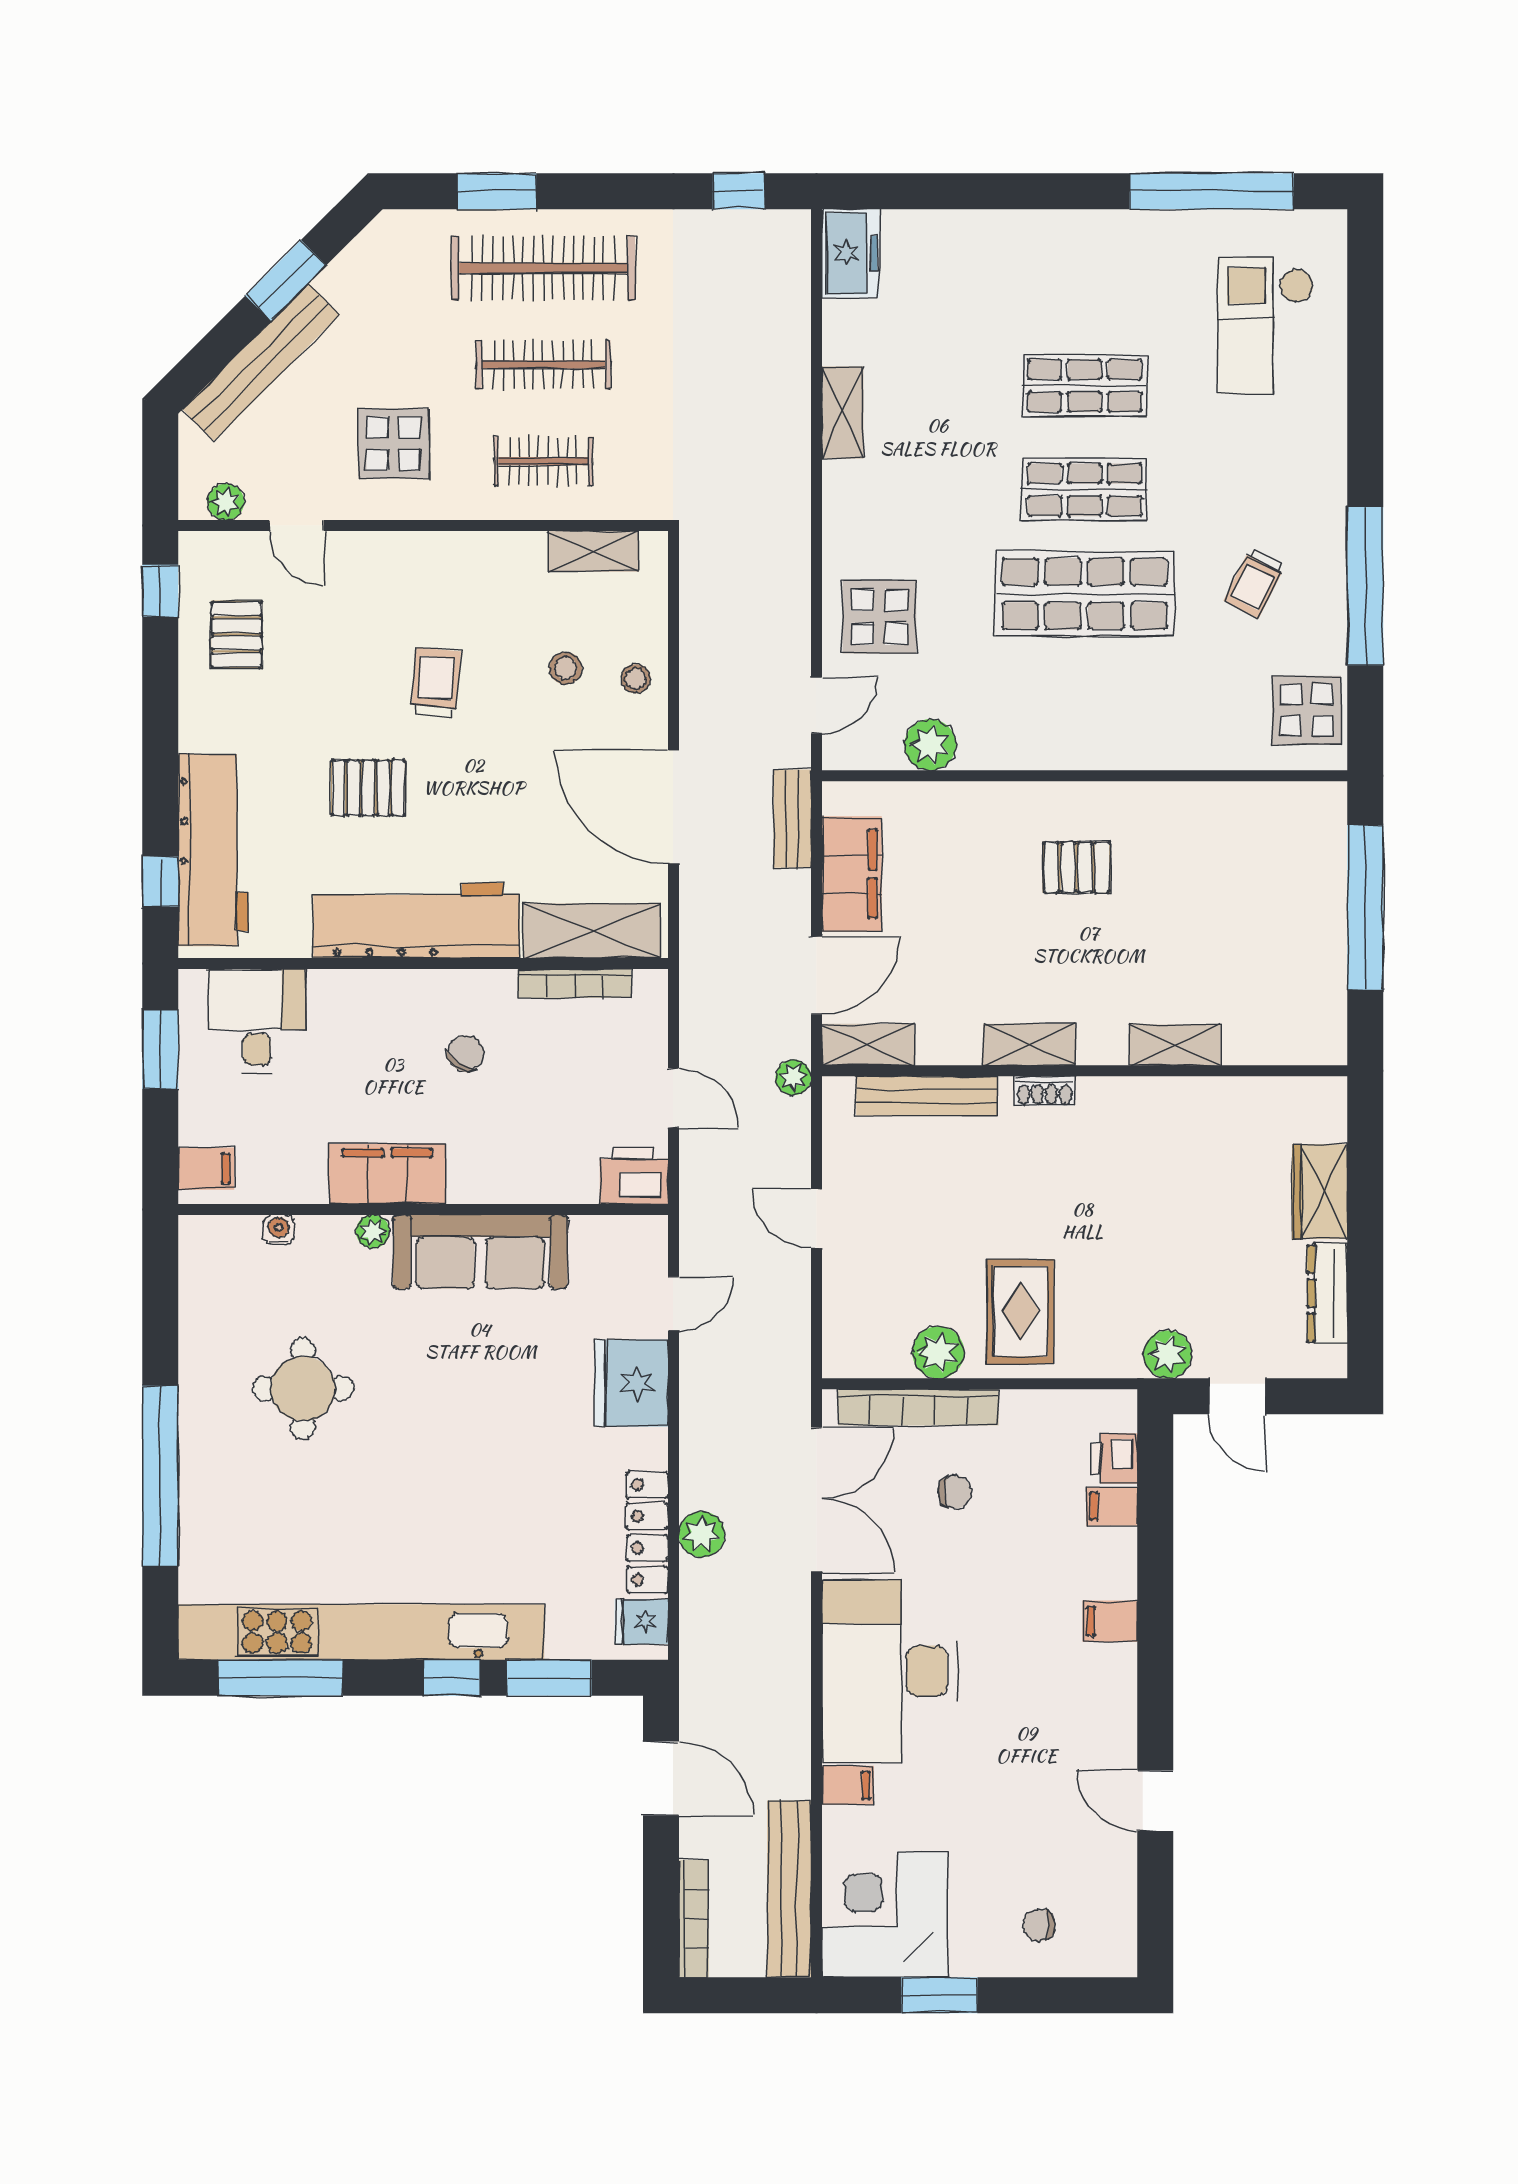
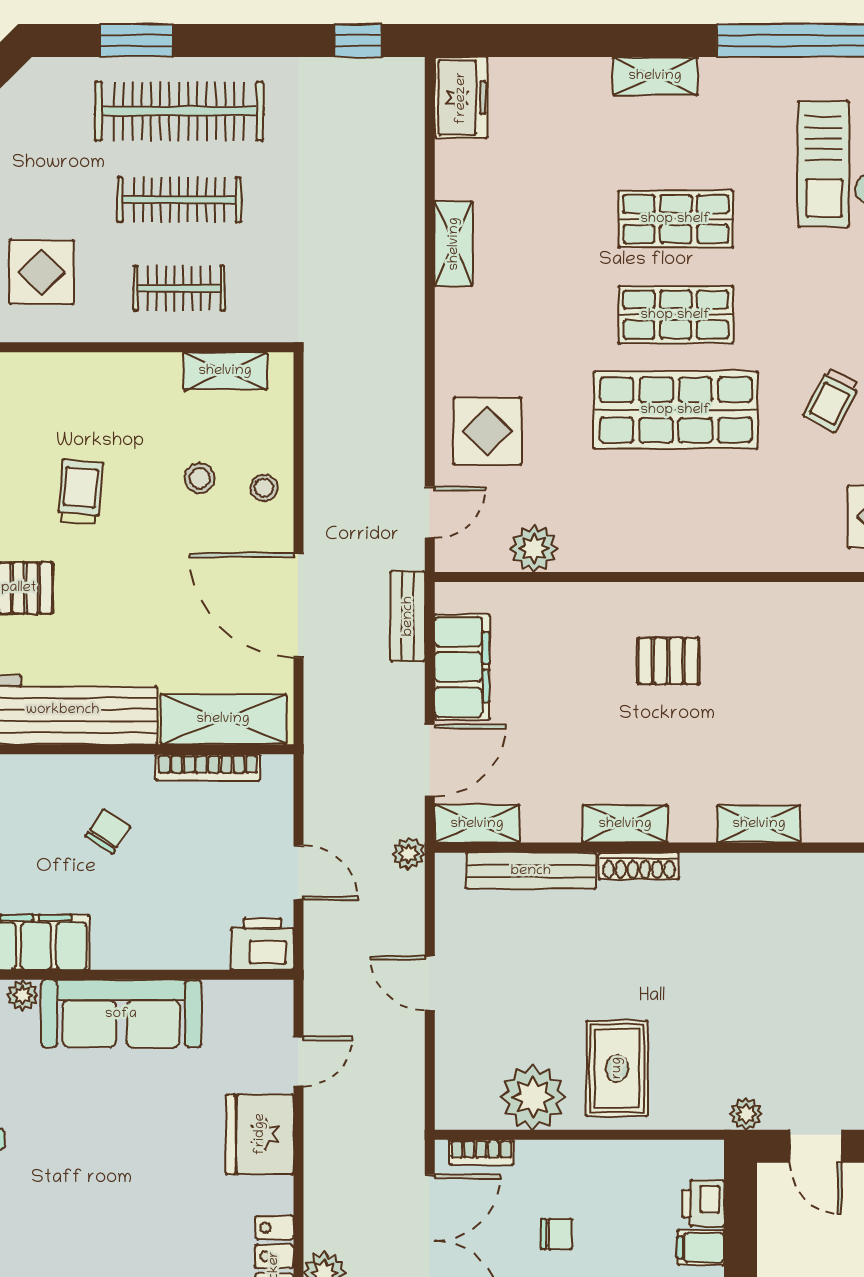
shelving: (1062, 230) -> (655, 76), added
shoe rack: (1044, 1091) -> (639, 866), width x1.43
plant: (938, 1352) -> (533, 1097), width x1.36, depth x1.36
plant: (1168, 1354) -> (746, 1114), width x0.73, depth x0.73
bookcase: (918, 1407) -> (481, 1152), width x0.43, depth x0.76

